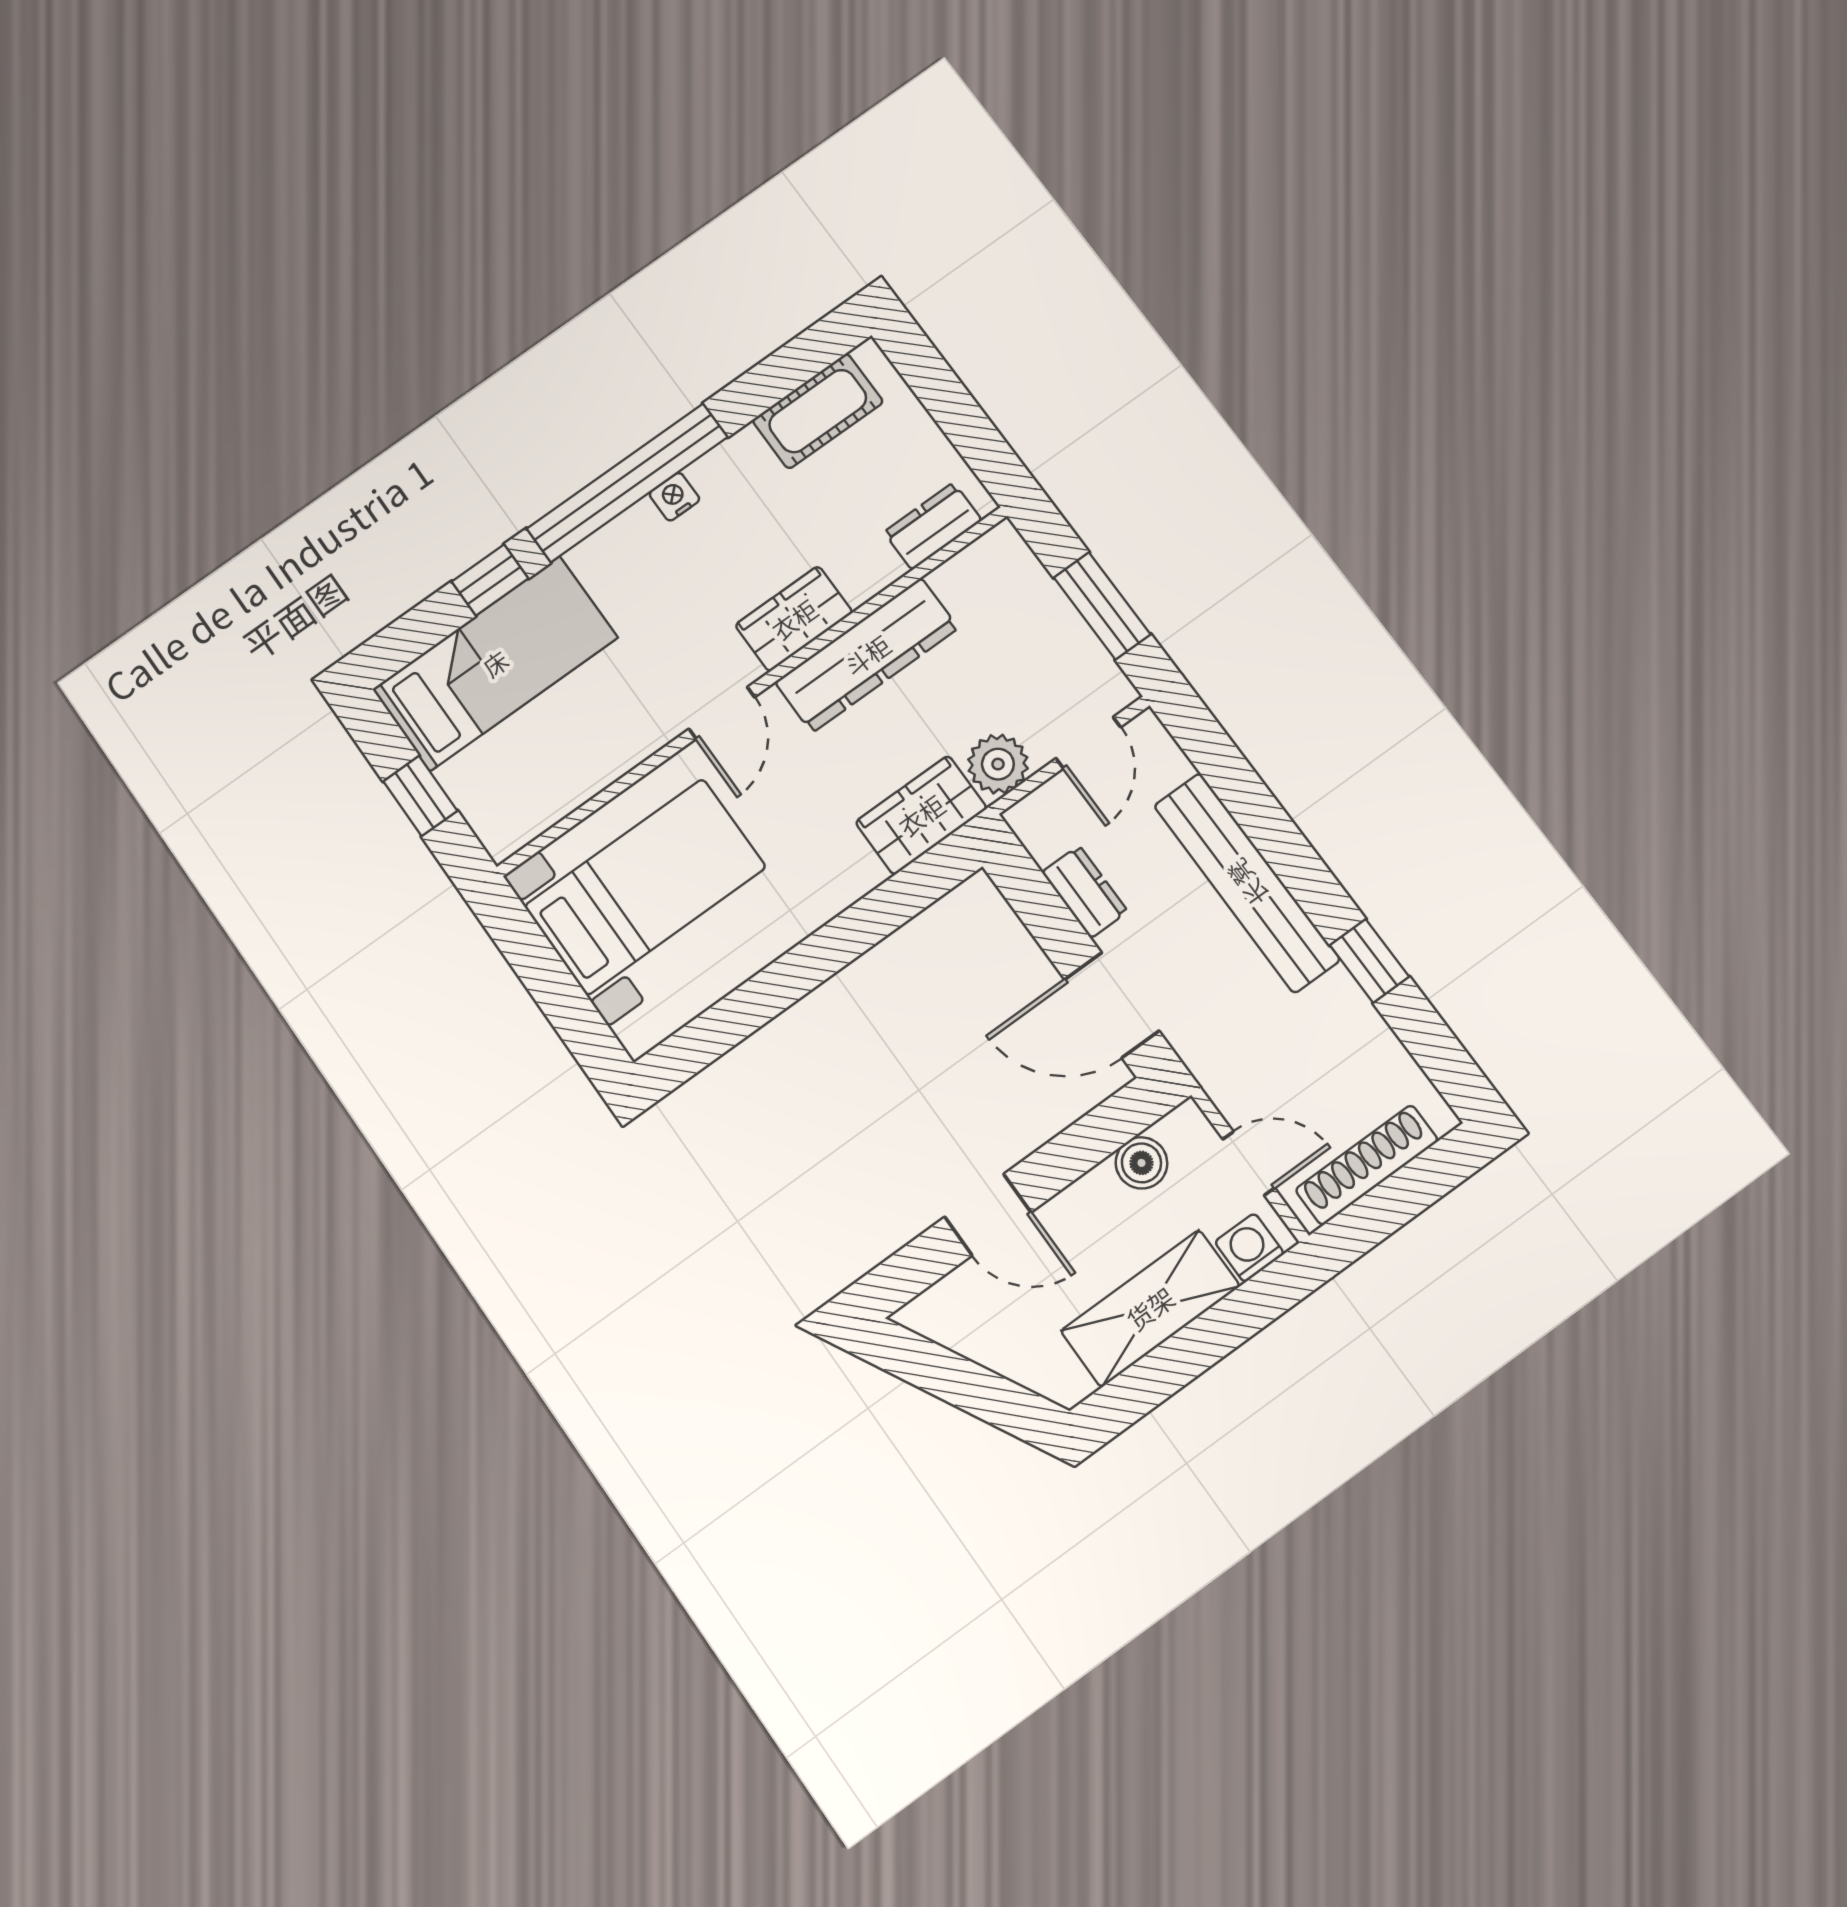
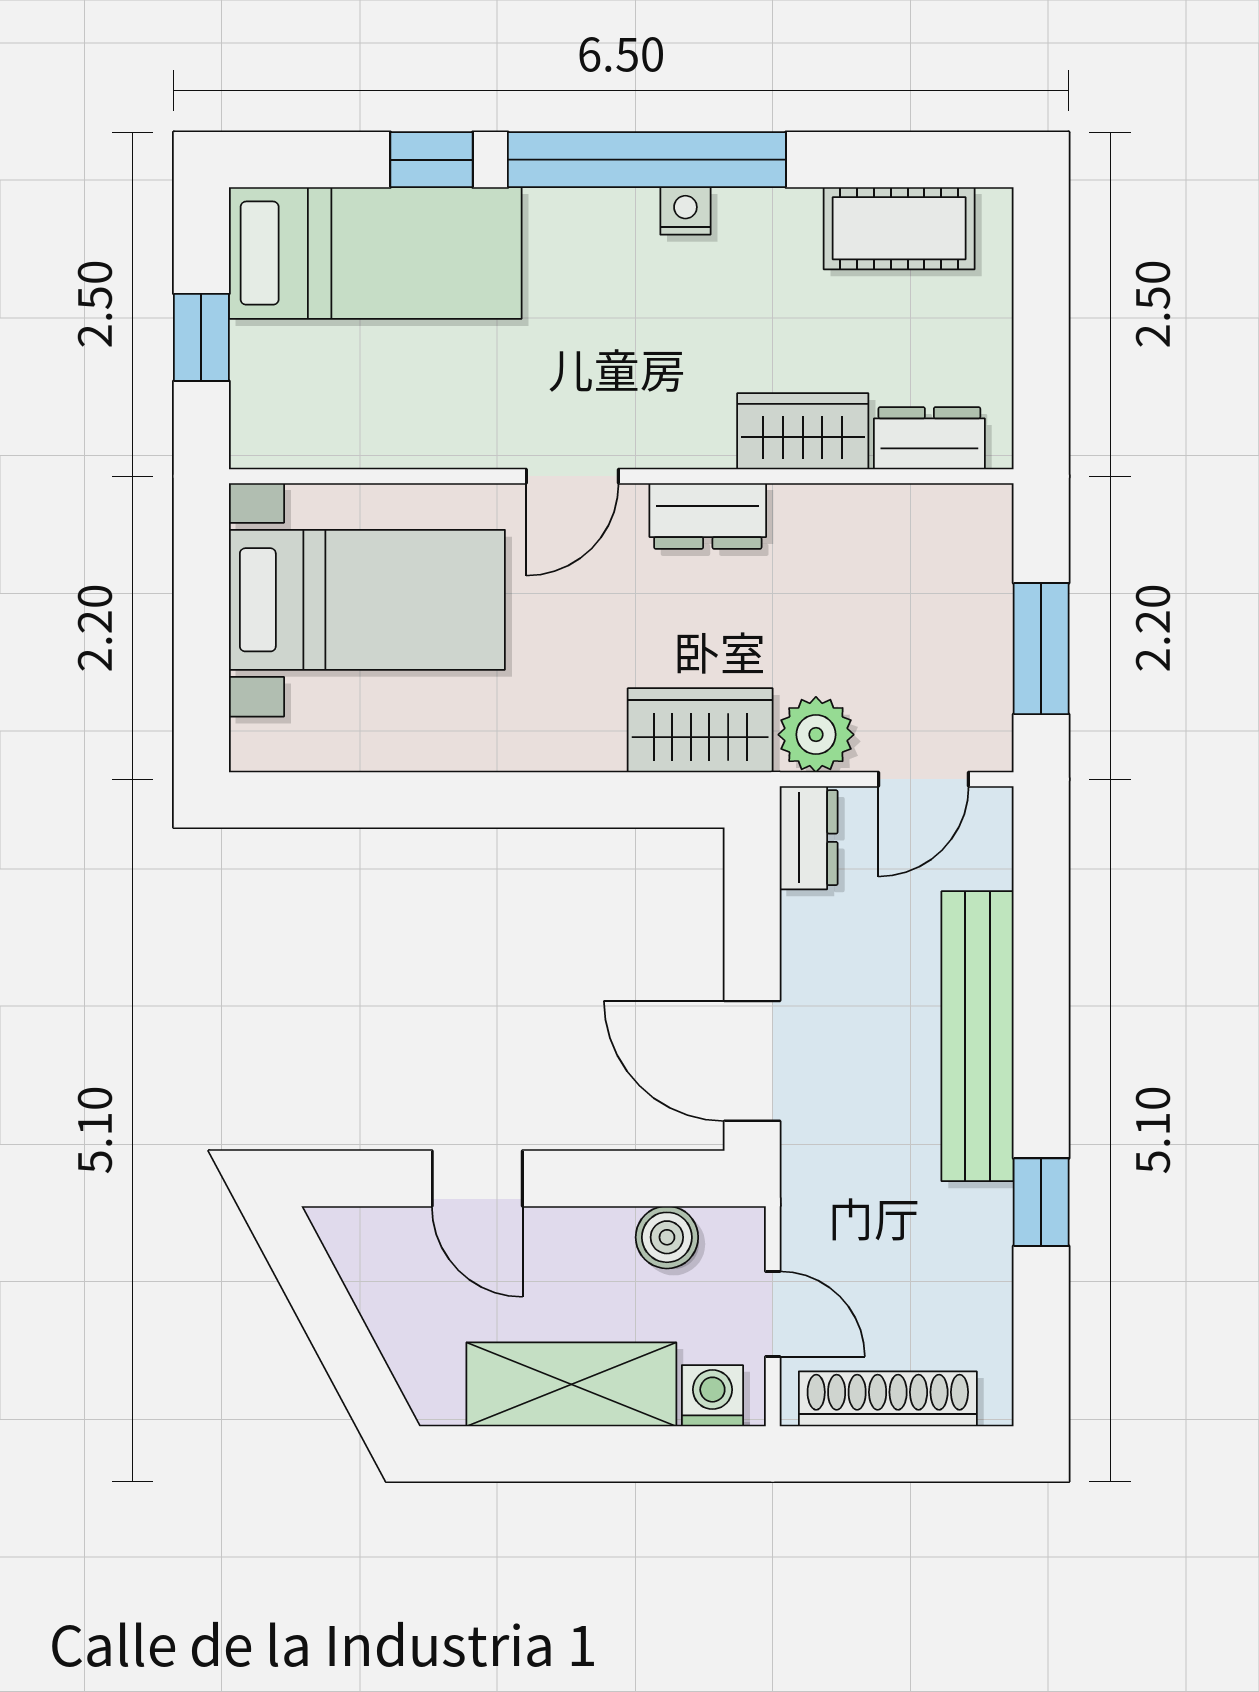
wardrobe: (794, 619) -> (803, 431), moved
dresser: (867, 655) -> (708, 516), width x0.51, depth x0.80
dresser: (1085, 892) -> (809, 838), moved

